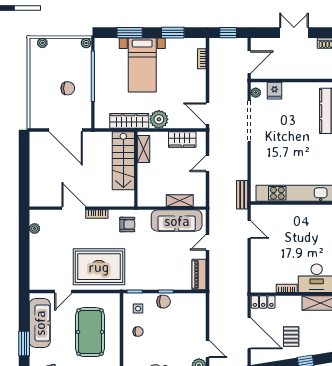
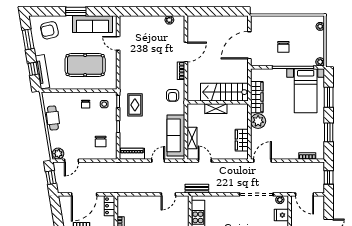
bed with nightstands: (142, 65) -> (306, 91), moved, turned -90
shelving: (144, 149) -> (216, 109), moved
door: (207, 163) -> (205, 161), moved
door: (207, 242) -> (158, 161), hinge flipped
rug: (99, 267) -> (135, 105), moved, width x0.54, depth x0.49
chair: (164, 302) -> (101, 142), moved

